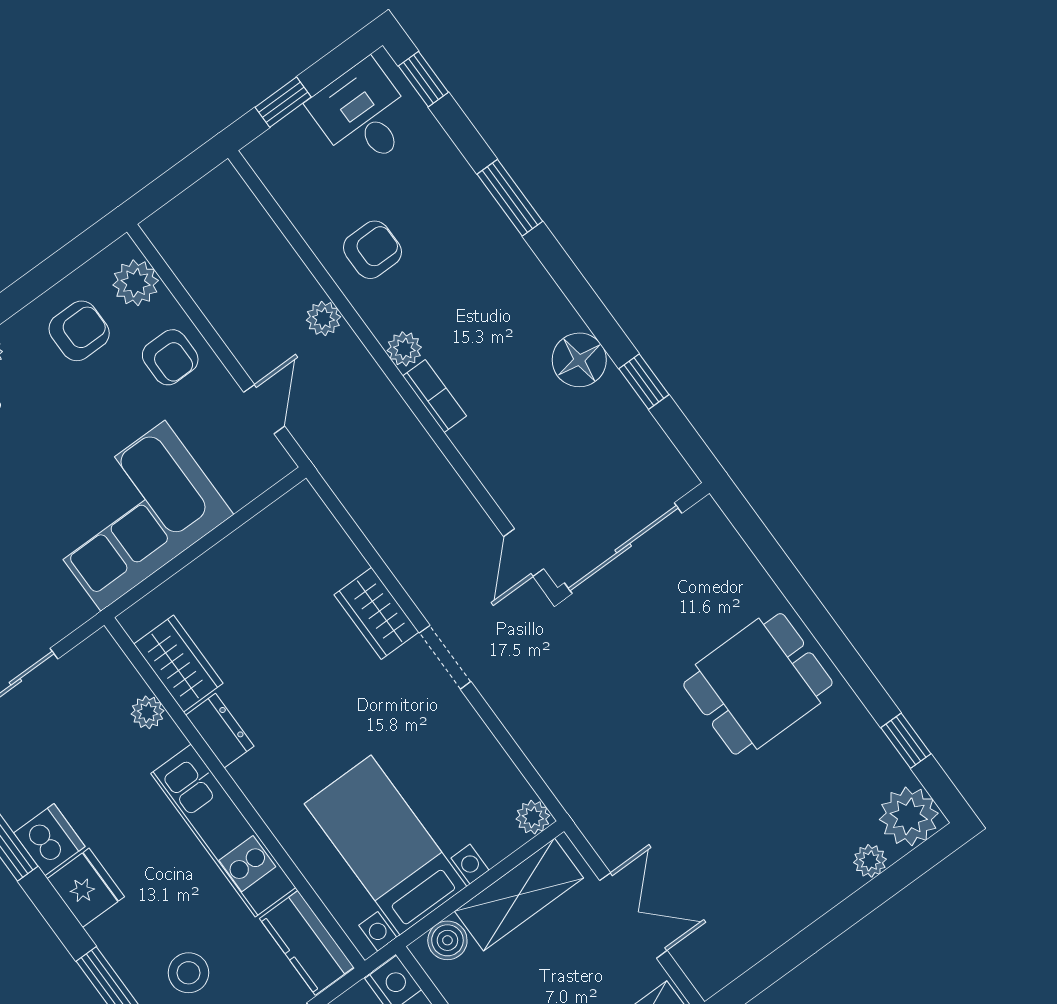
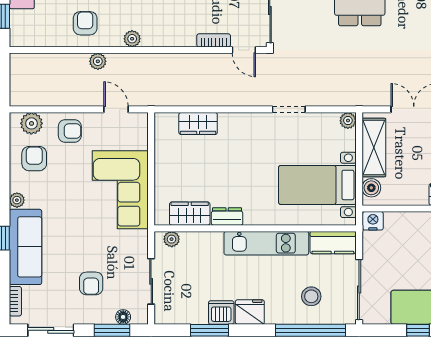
bookcase: (435, 396) -> (214, 40), moved
wardrobe: (376, 613) -> (198, 124), moved
doorway: (445, 657) -> (289, 109), moved
plant: (148, 712) -> (172, 239), moved

